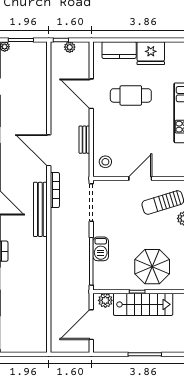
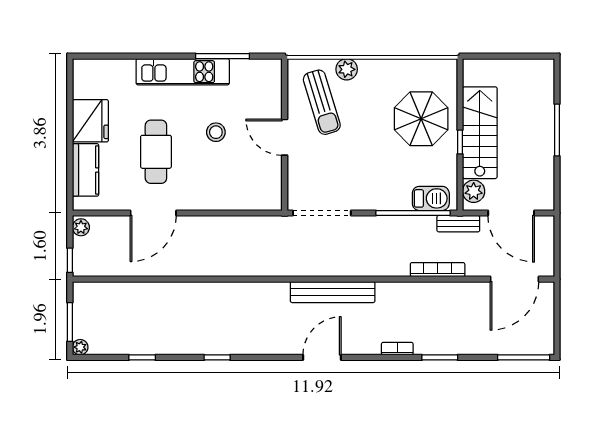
plant: (70, 47) -> (81, 227), moved
bench: (84, 140) -> (458, 224), moved
door: (49, 150) -> (514, 279), moved
stool: (105, 162) -> (216, 132), moved
bookcase: (55, 190) -> (438, 270), moved
barbecue: (101, 249) -> (431, 198), moved

